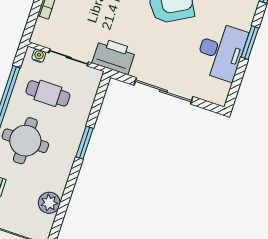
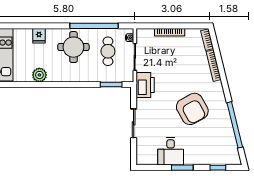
desk: (221, 51) -> (171, 151), width x0.73
sliding door: (163, 91) -> (134, 123), width x0.73
window: (84, 143) -> (111, 85), moved

